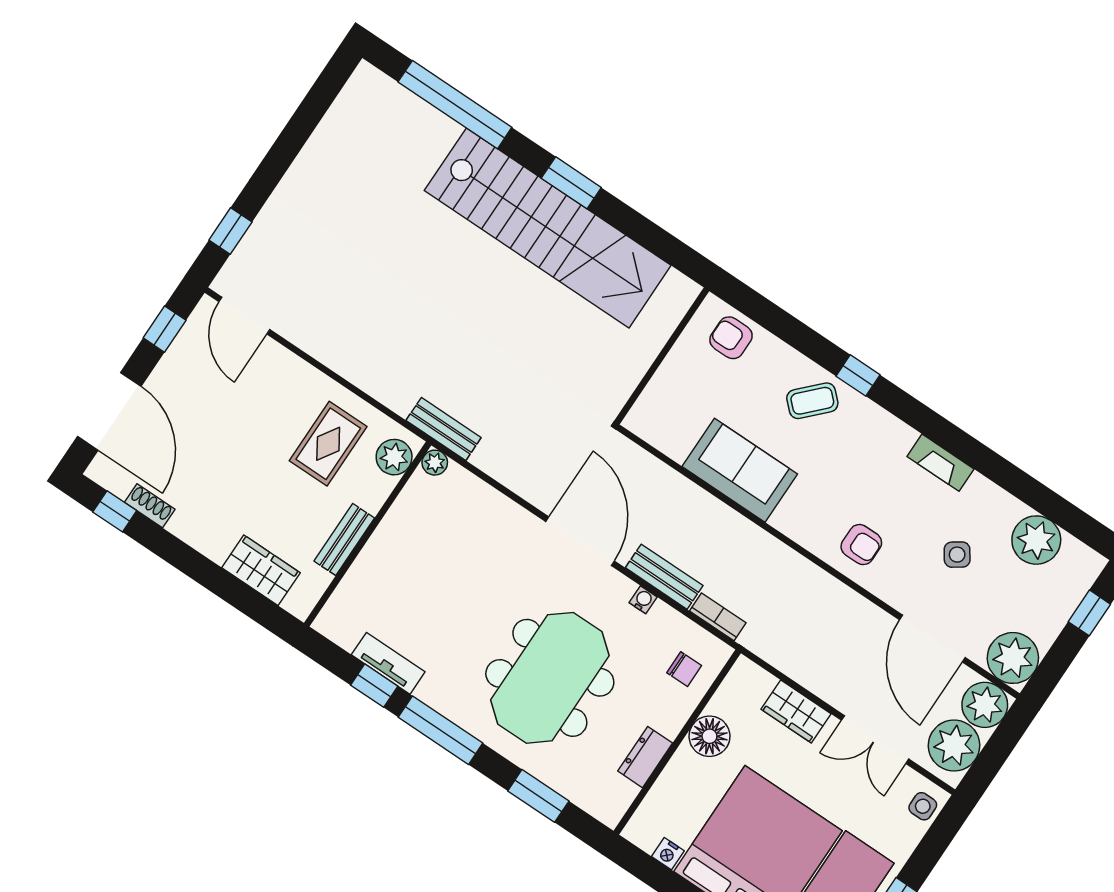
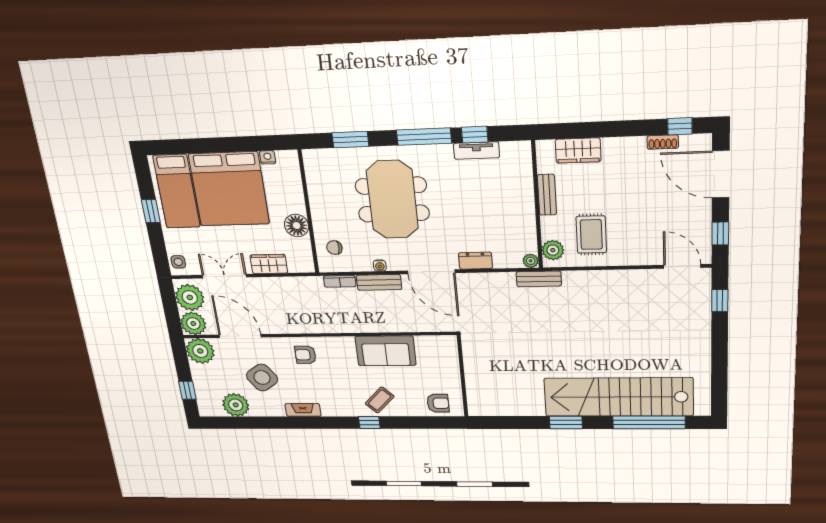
stairs: (548, 228) -> (618, 397), moved
side table: (957, 555) -> (262, 378), width x1.87, depth x1.87
dresser: (645, 757) -> (475, 261), moved, turned -90

